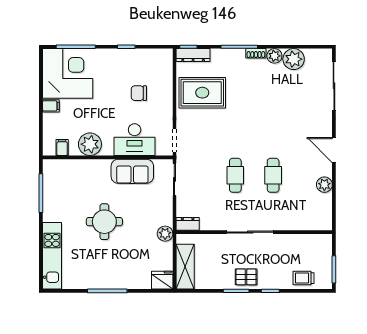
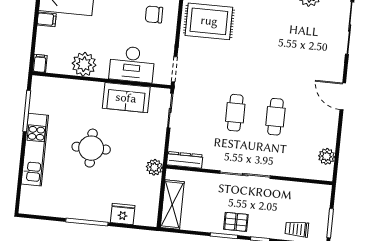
chair: (139, 93) -> (154, 14), moved
filing cabinet: (62, 148) -> (40, 63), moved
plant: (324, 185) -> (327, 156), moved
dresser: (188, 224) -> (185, 160), width x1.44
kitchen unit: (52, 256) -> (35, 150), moved
fridge: (162, 280) -> (123, 214), moved

